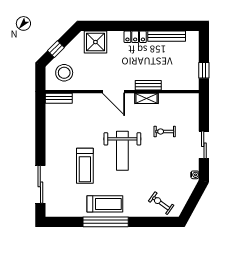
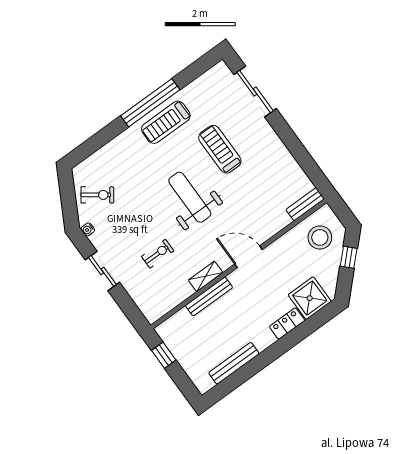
locker: (135, 37) -> (287, 324), moved
bench: (148, 85) -> (209, 297), width x1.36
exercise bike: (161, 203) -> (97, 195), moved

